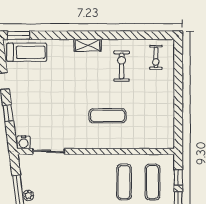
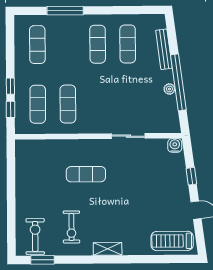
window: (19, 35) -> (43, 260), moved
exercise bike: (156, 57) -> (35, 236), width x1.38, depth x1.39
sliding door: (49, 151) -> (128, 136), moved

